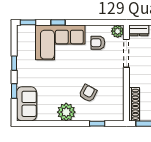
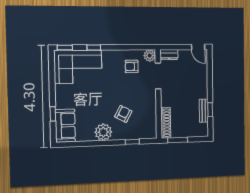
corner sofa: (60, 42) -> (78, 67), moved
window: (14, 63) -> (52, 87), removed

